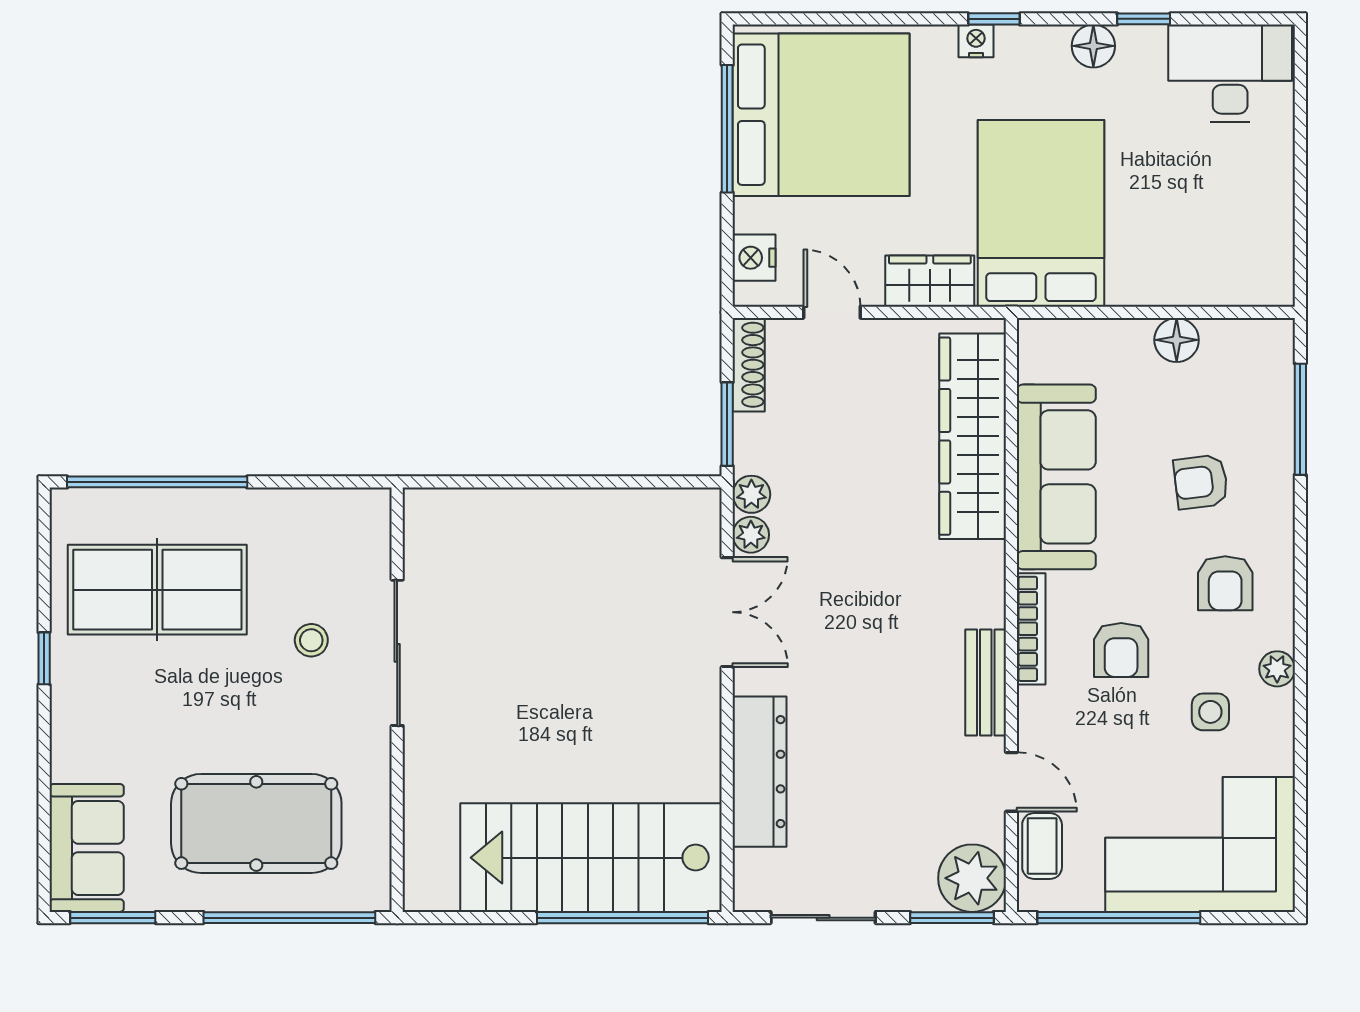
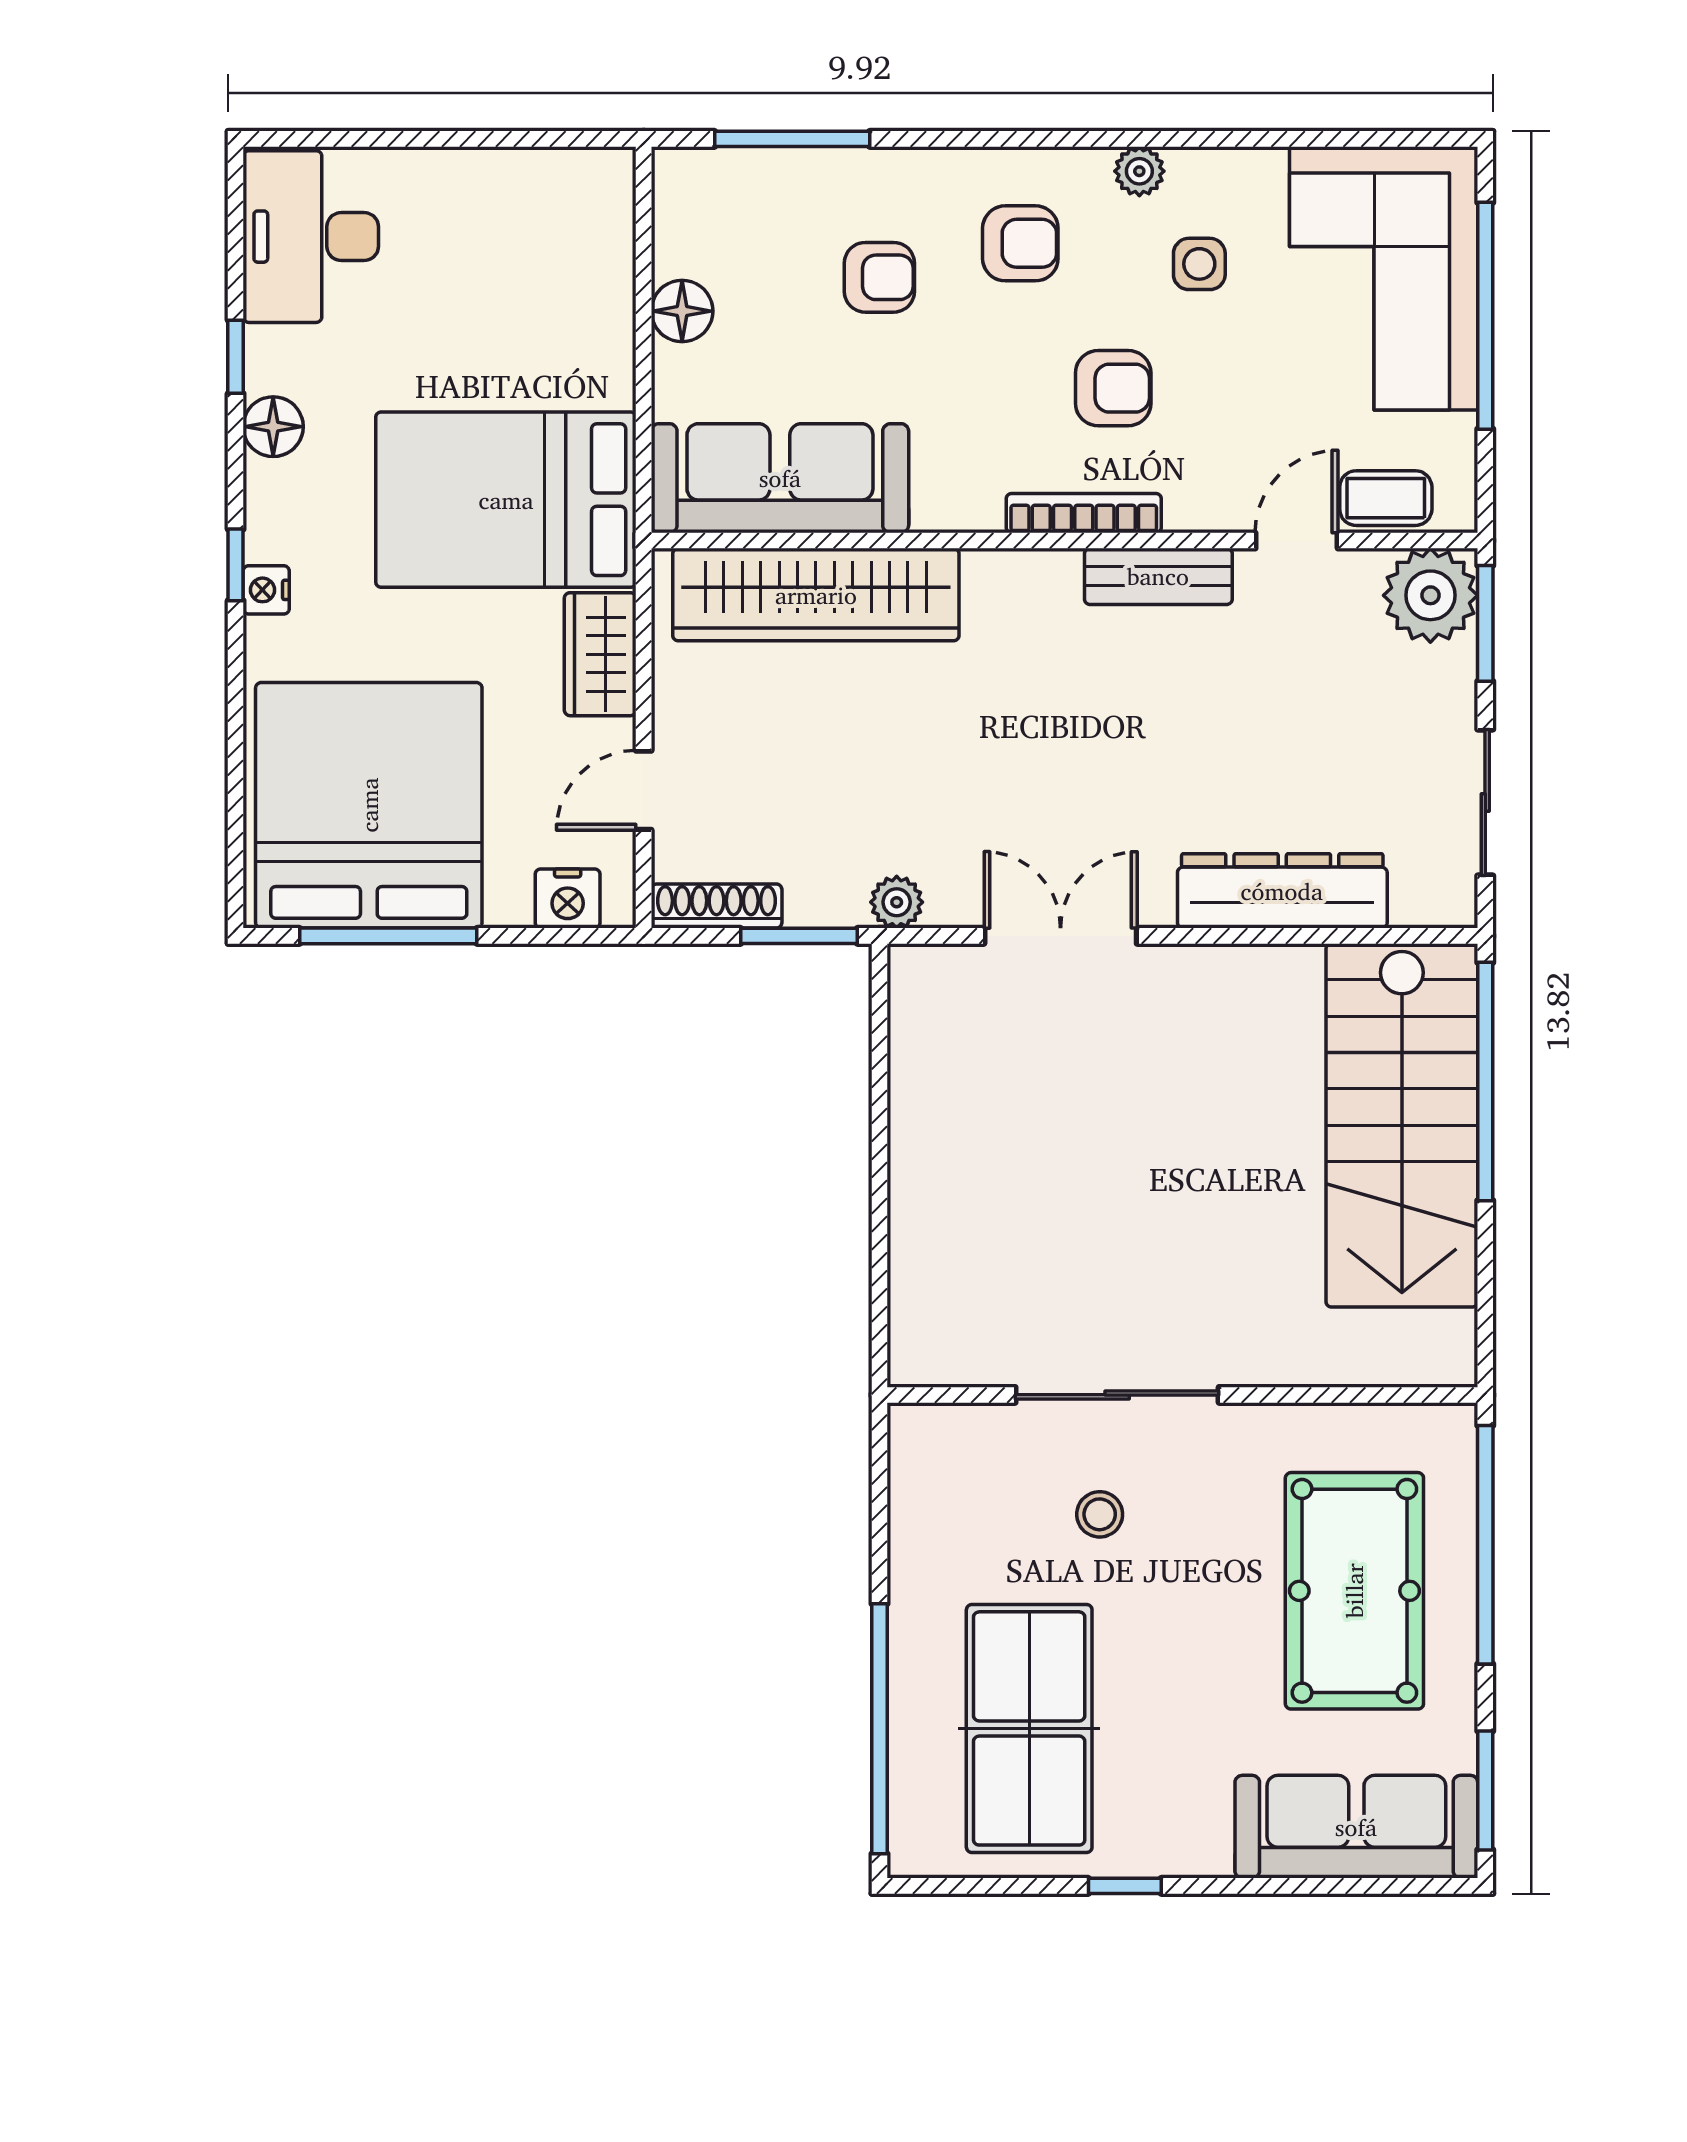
sofa: (1056, 477) -> (780, 478), moved
armchair: (1201, 482) -> (879, 277), turned -83
plant: (751, 535) -> (953, 903), removed
sofa: (87, 848) -> (1356, 1827), width x1.36
window: (1119, 918) -> (1485, 316), moved

